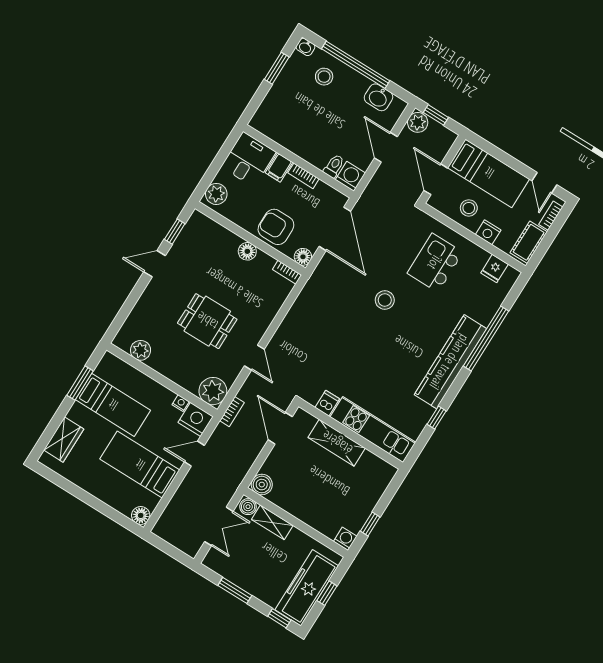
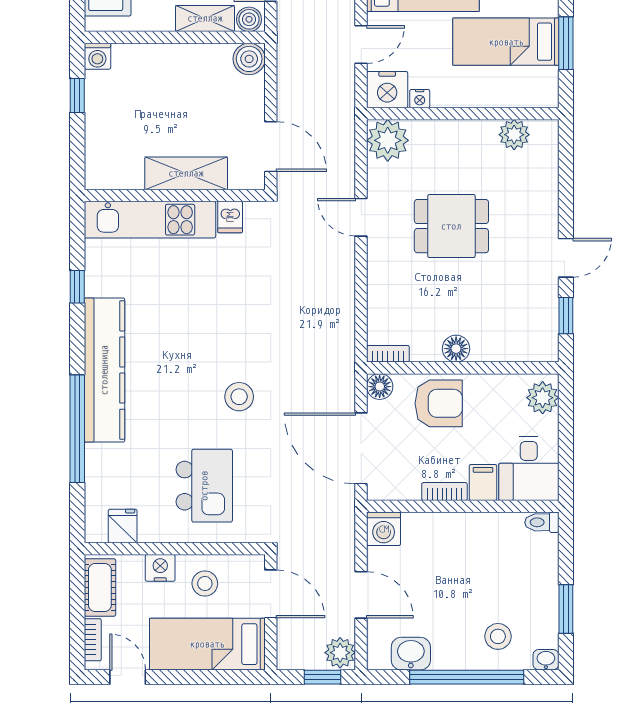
toilet: (334, 166) -> (542, 522), moved, turned 90
bookcase: (232, 412) -> (347, 129), removed

